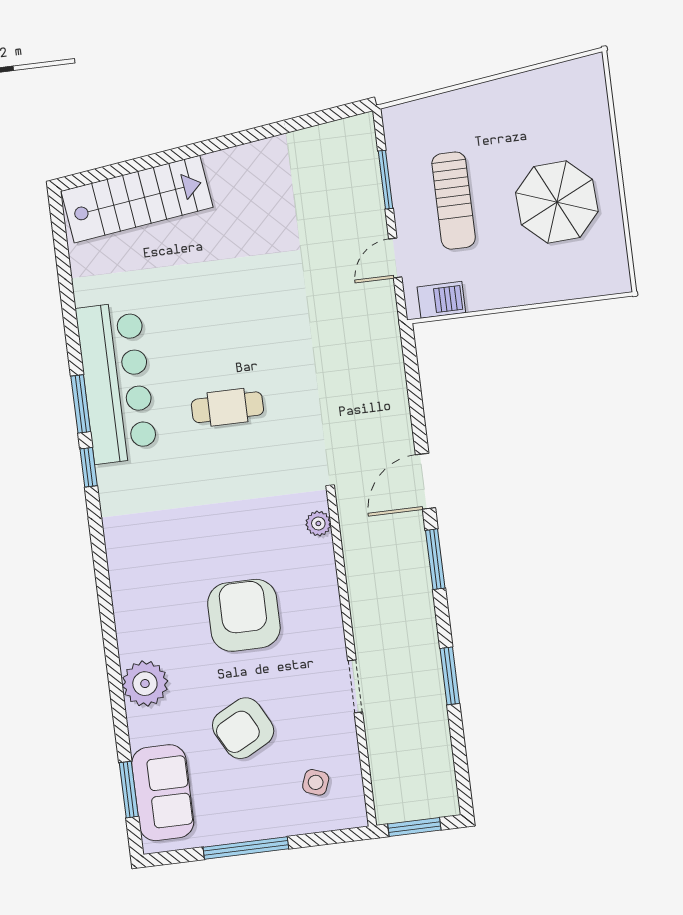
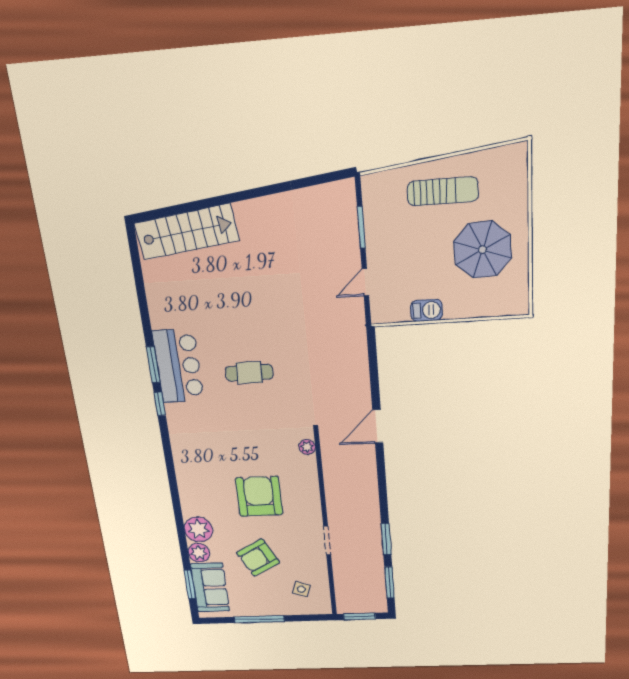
sun lounger: (454, 201) -> (443, 191), moved, turned -90
barbecue: (441, 300) -> (427, 310), moved
bar counter: (117, 383) -> (178, 366), width x0.73
window: (435, 559) -> (389, 582), moved
plant: (145, 727) -> (199, 553), added

